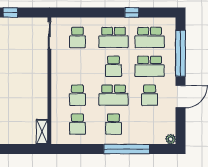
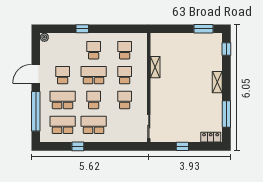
school desk: (77, 37) -> (125, 100), moved
shelving: (42, 132) -> (155, 67), moved
window: (127, 149) -> (82, 29), width x0.32

